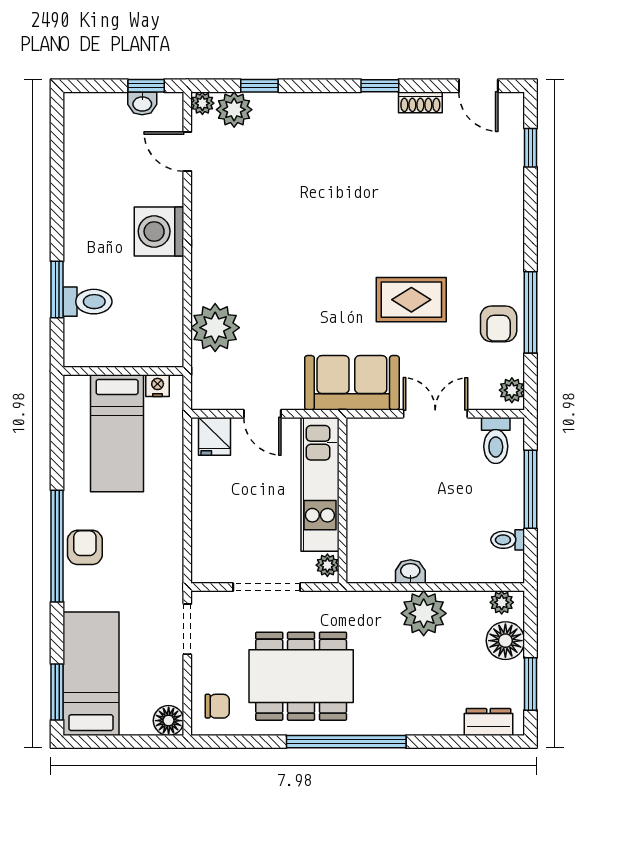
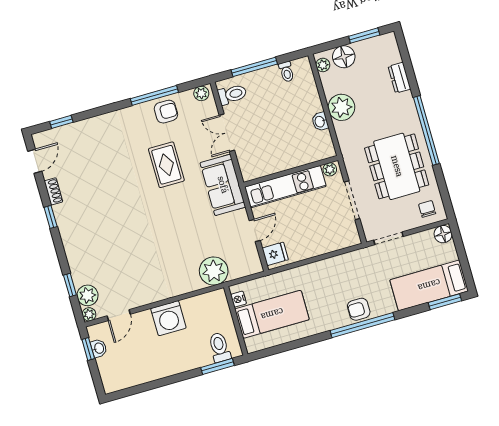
wall: (123, 371) -> (236, 321), moved
nightstand: (158, 386) -> (239, 299), moved
bed: (117, 433) -> (272, 314), moved
dresser: (488, 722) -> (399, 78), moved

